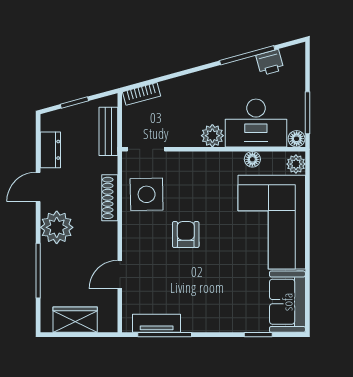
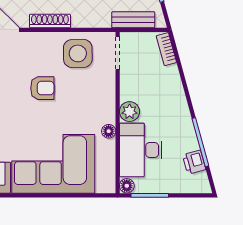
floor lamp: (252, 159) -> (109, 131), moved
plant: (296, 164) -> (105, 185), removed
shoe rack: (110, 198) -> (50, 21), moved

